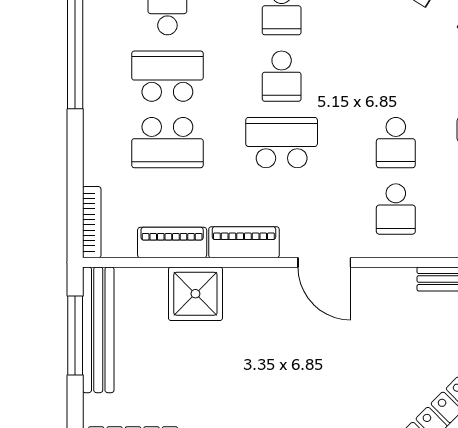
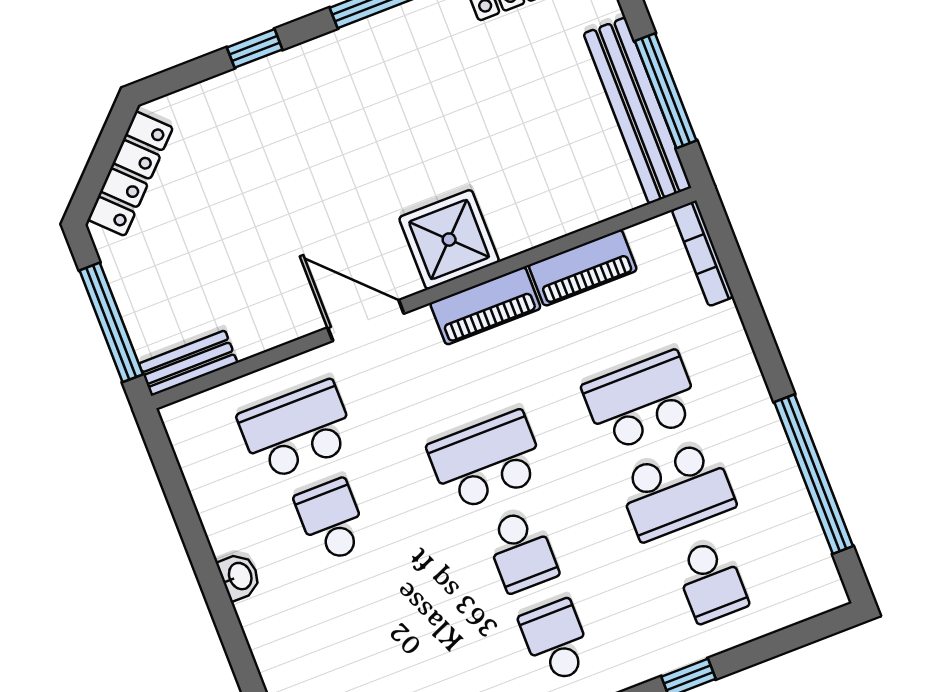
school desk: (282, 76) -> (521, 551), turned 180
school desk: (282, 143) -> (487, 461), turned 180
school desk: (396, 209) -> (297, 430), width x1.85
shower: (195, 294) -> (449, 240), moved

